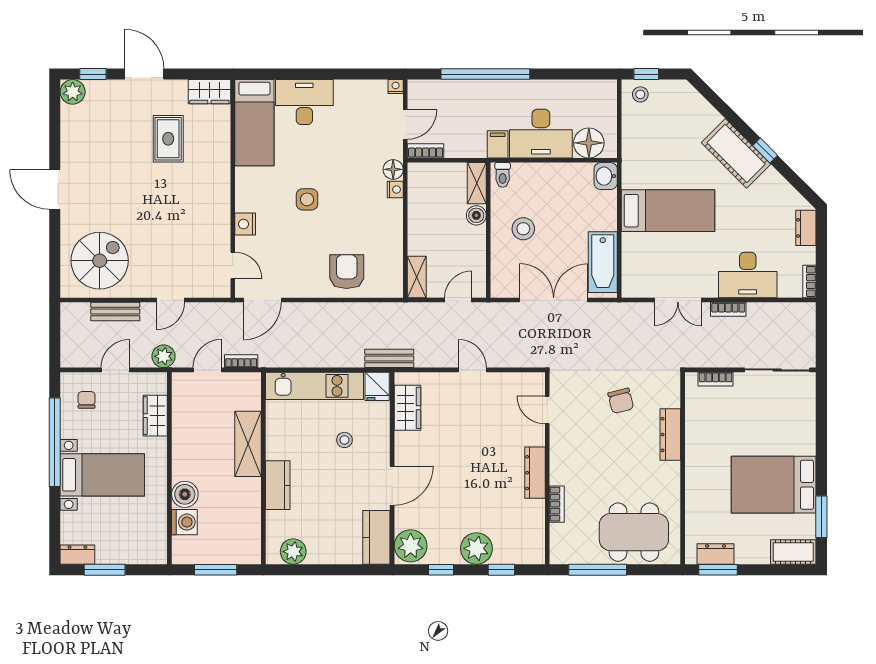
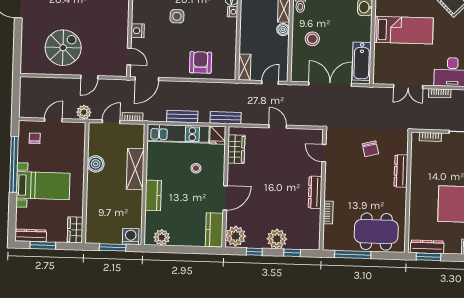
spiral stairs: (100, 261) -> (63, 48), moved
bench: (115, 312) -> (182, 117), moved
wardrobe: (155, 416) -> (75, 230), moved
boiler: (185, 494) -> (96, 164), moved
washing machine: (184, 522) -> (131, 236), moved, turned -90
dresser: (716, 554) -> (427, 247), width x1.44
dresser: (77, 555) -> (31, 235), width x1.44

